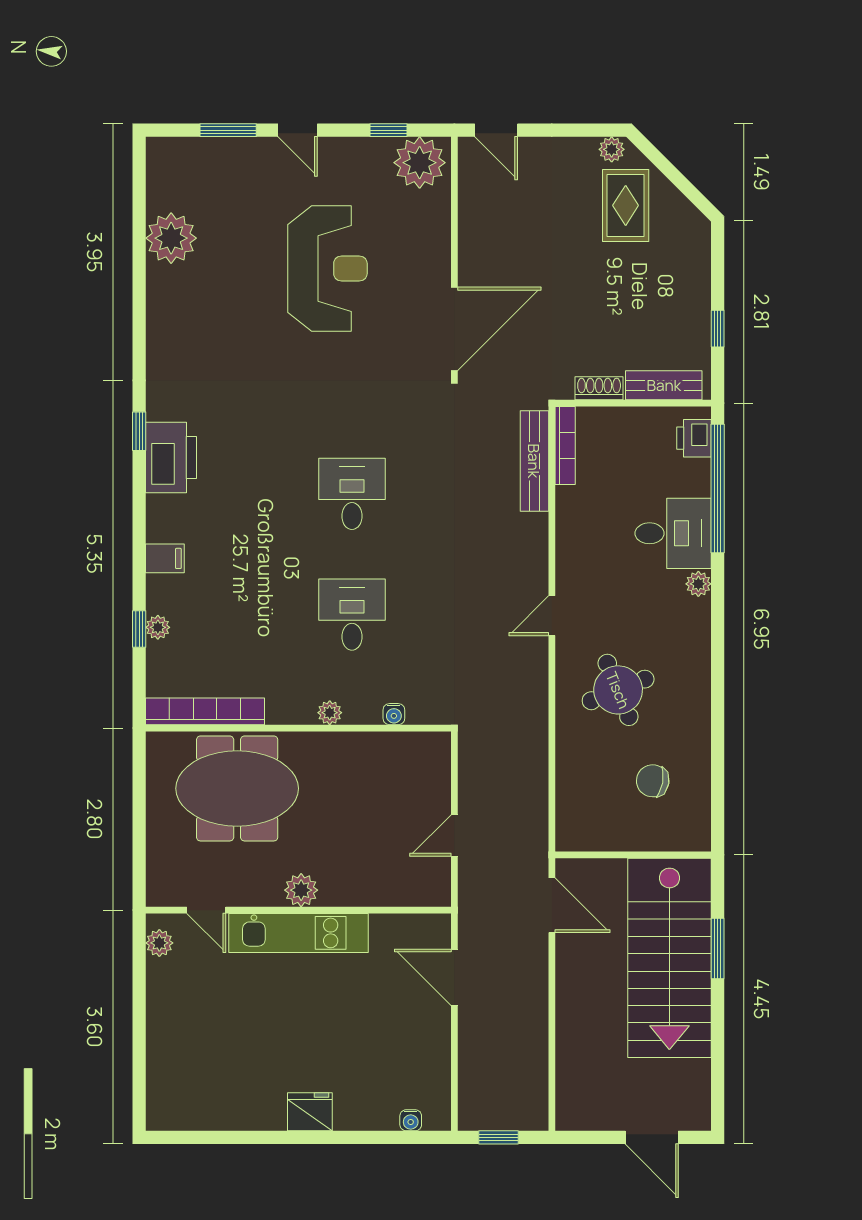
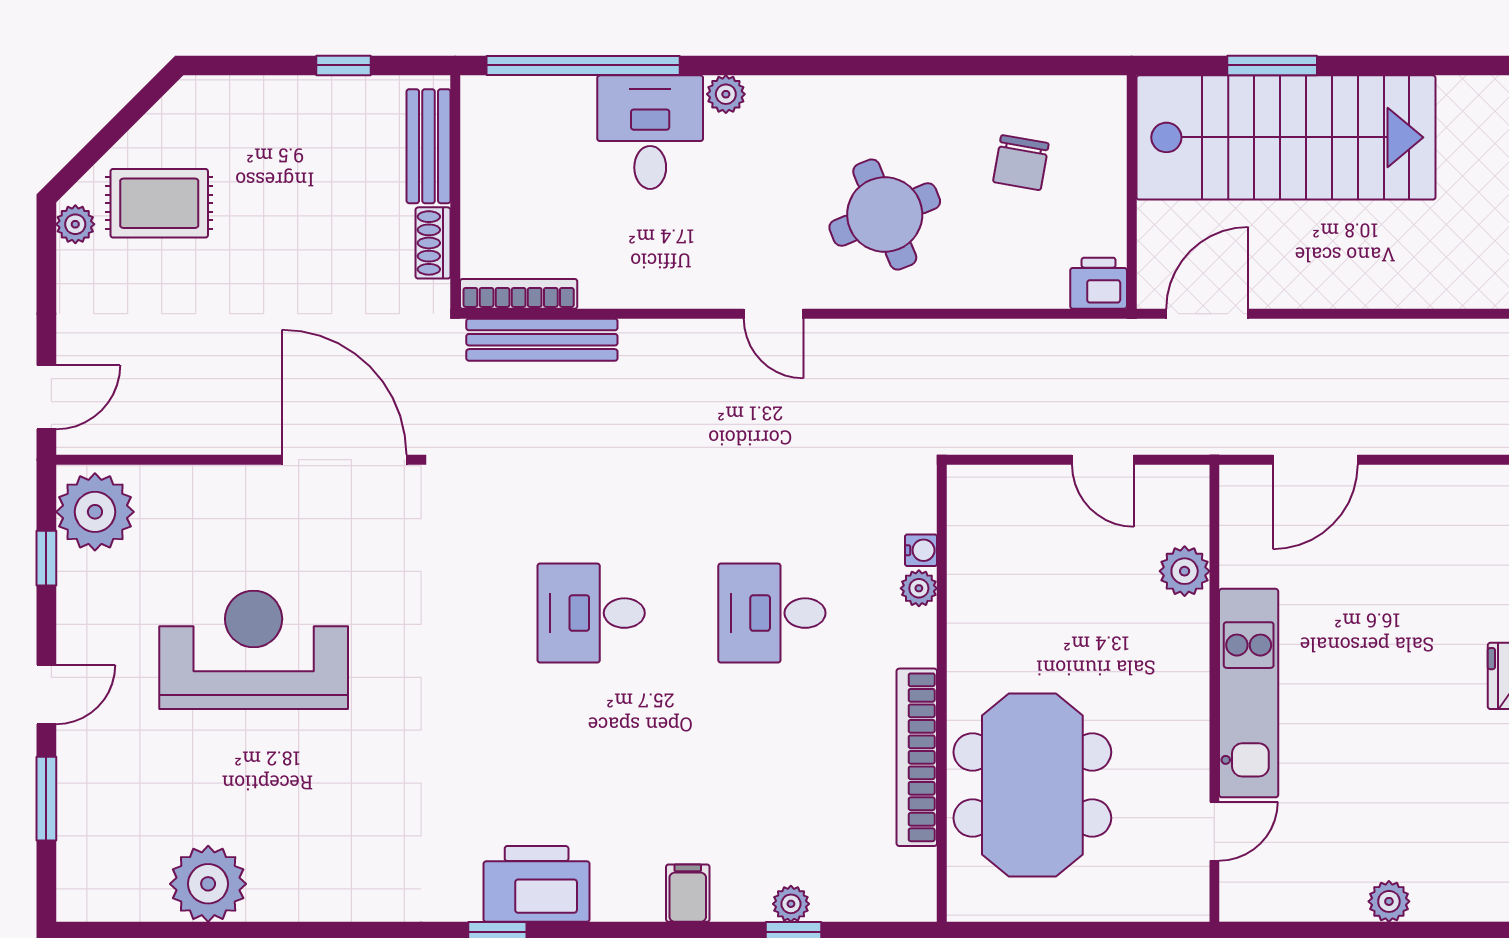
printer: (694, 438) -> (1099, 283), moved, turned 180
bookcase: (205, 711) -> (917, 757), moved
plant: (330, 713) -> (919, 588), moved
plant: (301, 890) -> (1185, 571), moved
plant: (159, 943) -> (1389, 901), moved

